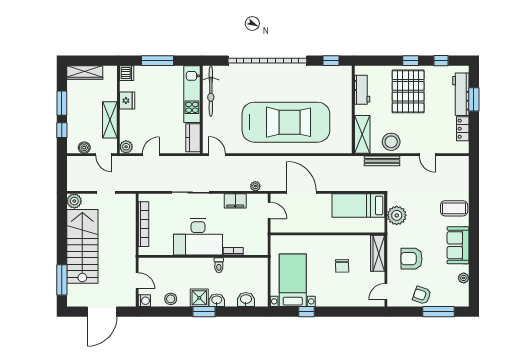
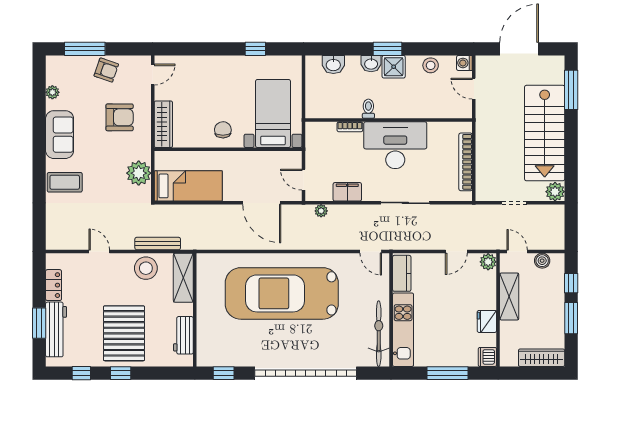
chair: (342, 266) -> (223, 130), moved
bed with nightstands: (293, 280) -> (273, 114), moved, turned 180

